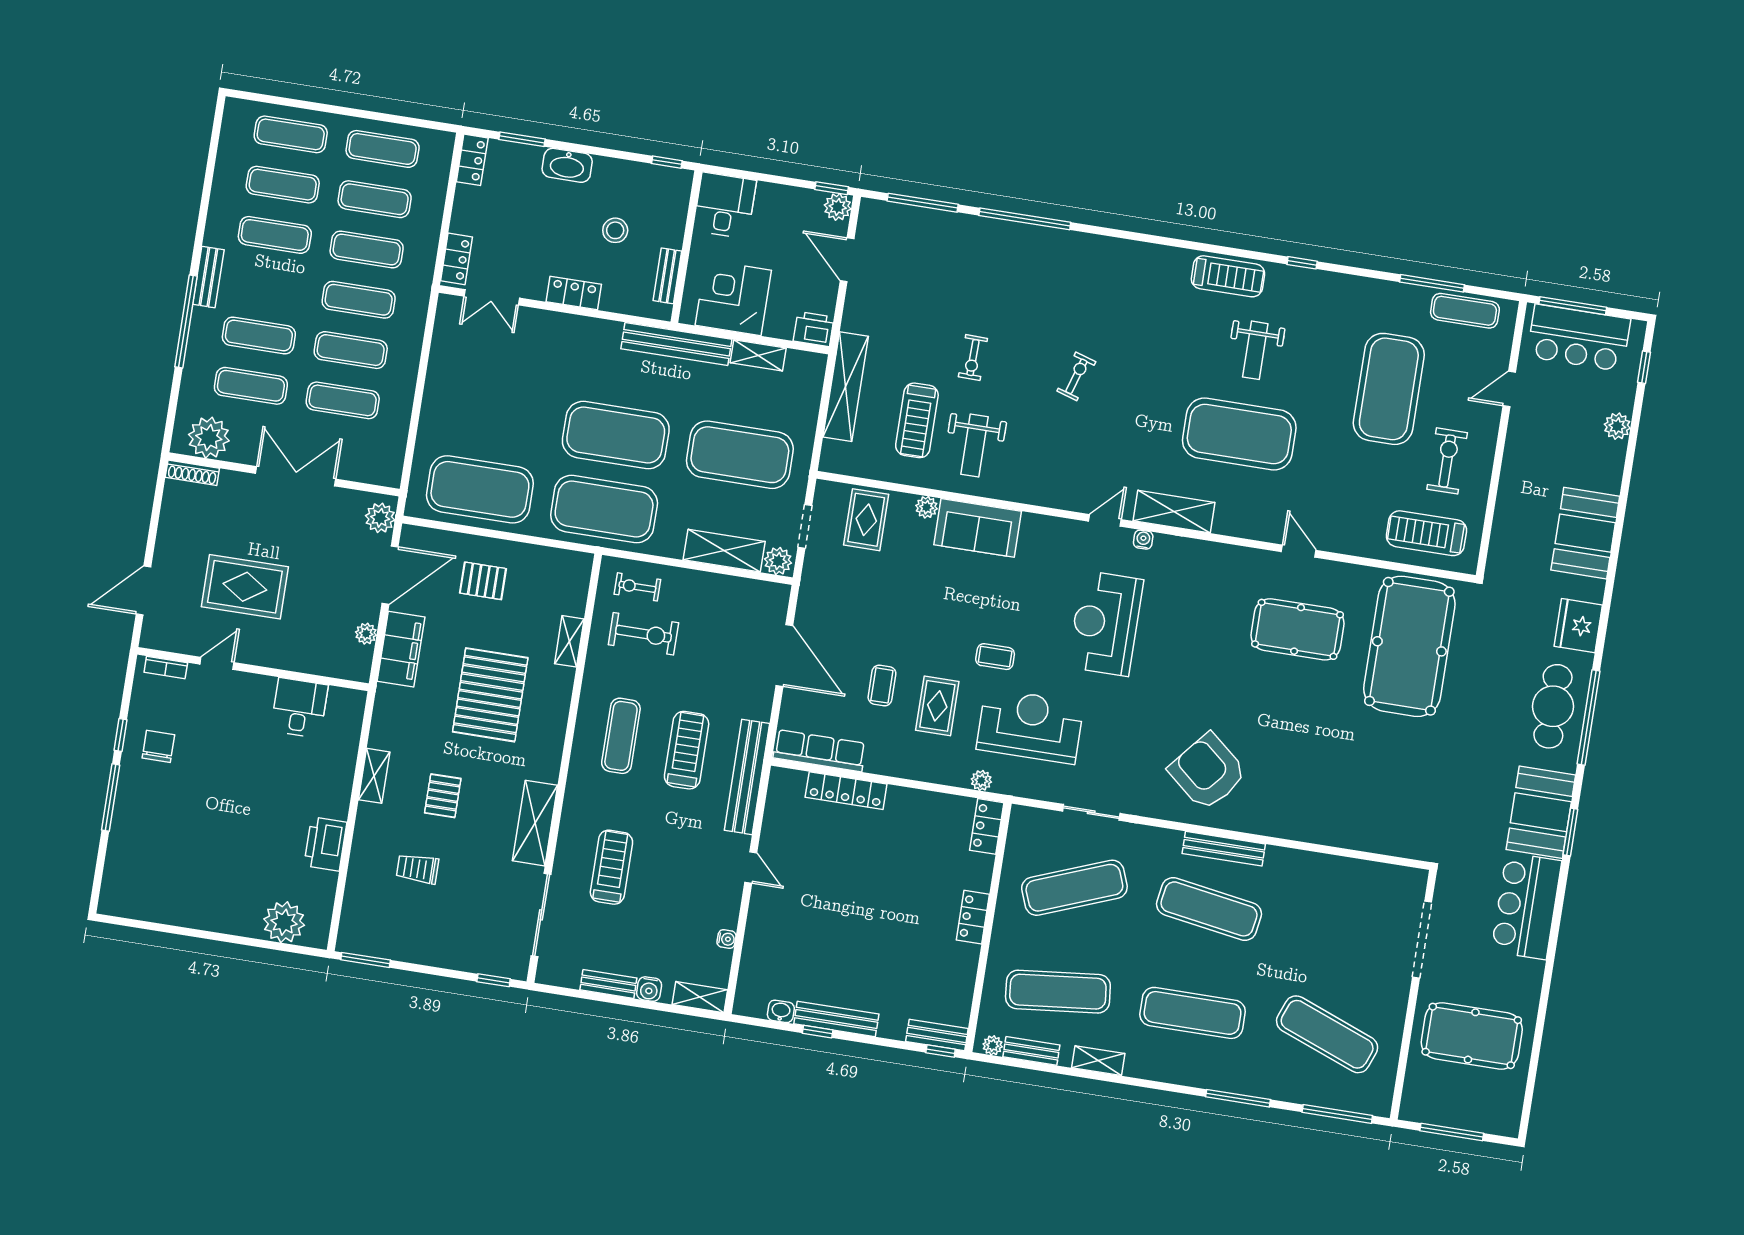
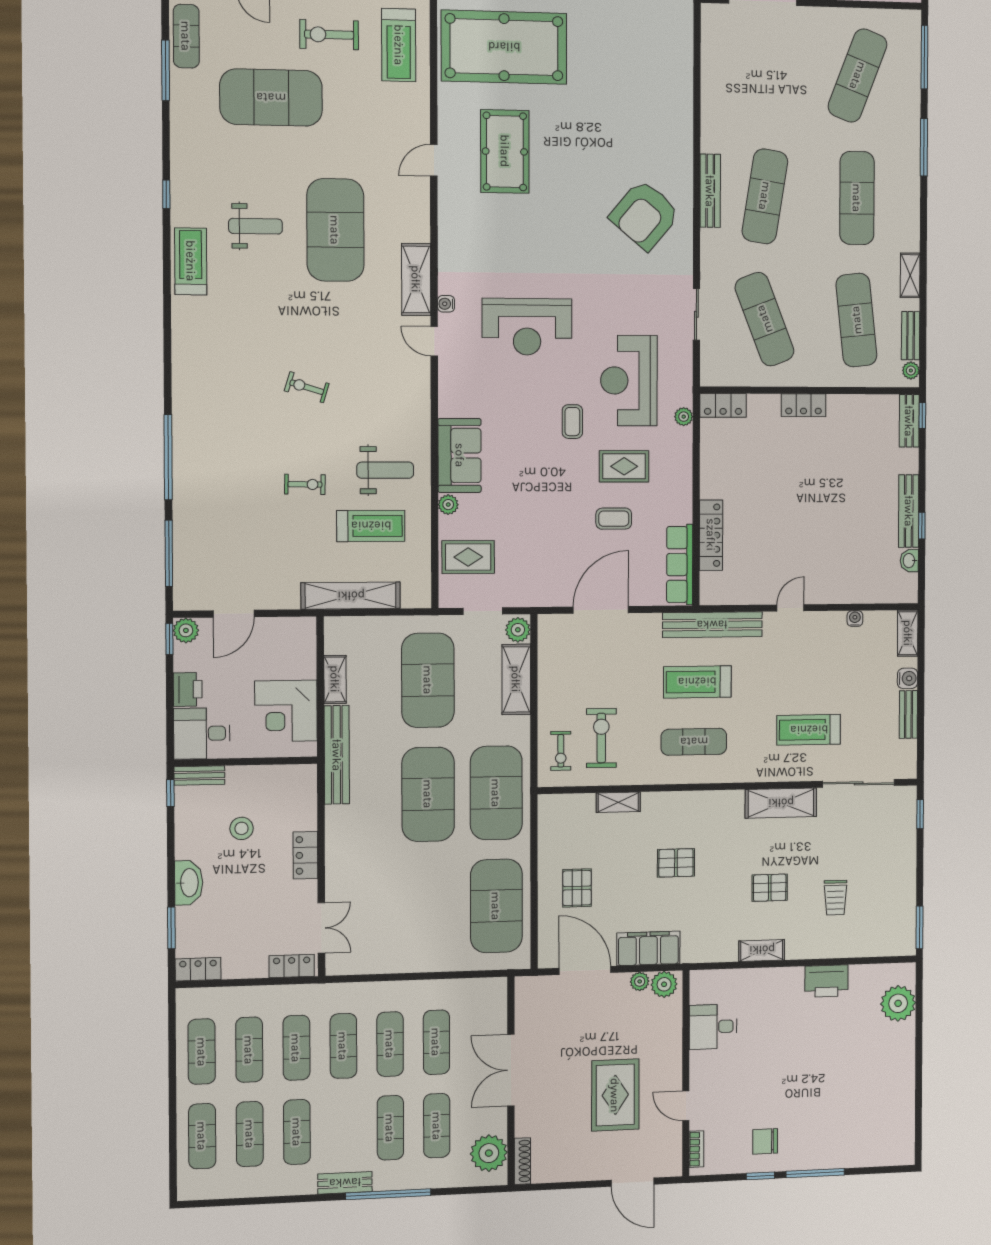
bench: (667, 276) -> (199, 776), moved
printer: (814, 329) -> (188, 689), moved, turned 180
plant: (380, 518) -> (664, 984), moved
pallet: (490, 695) -> (676, 863), width x0.49, depth x0.50

